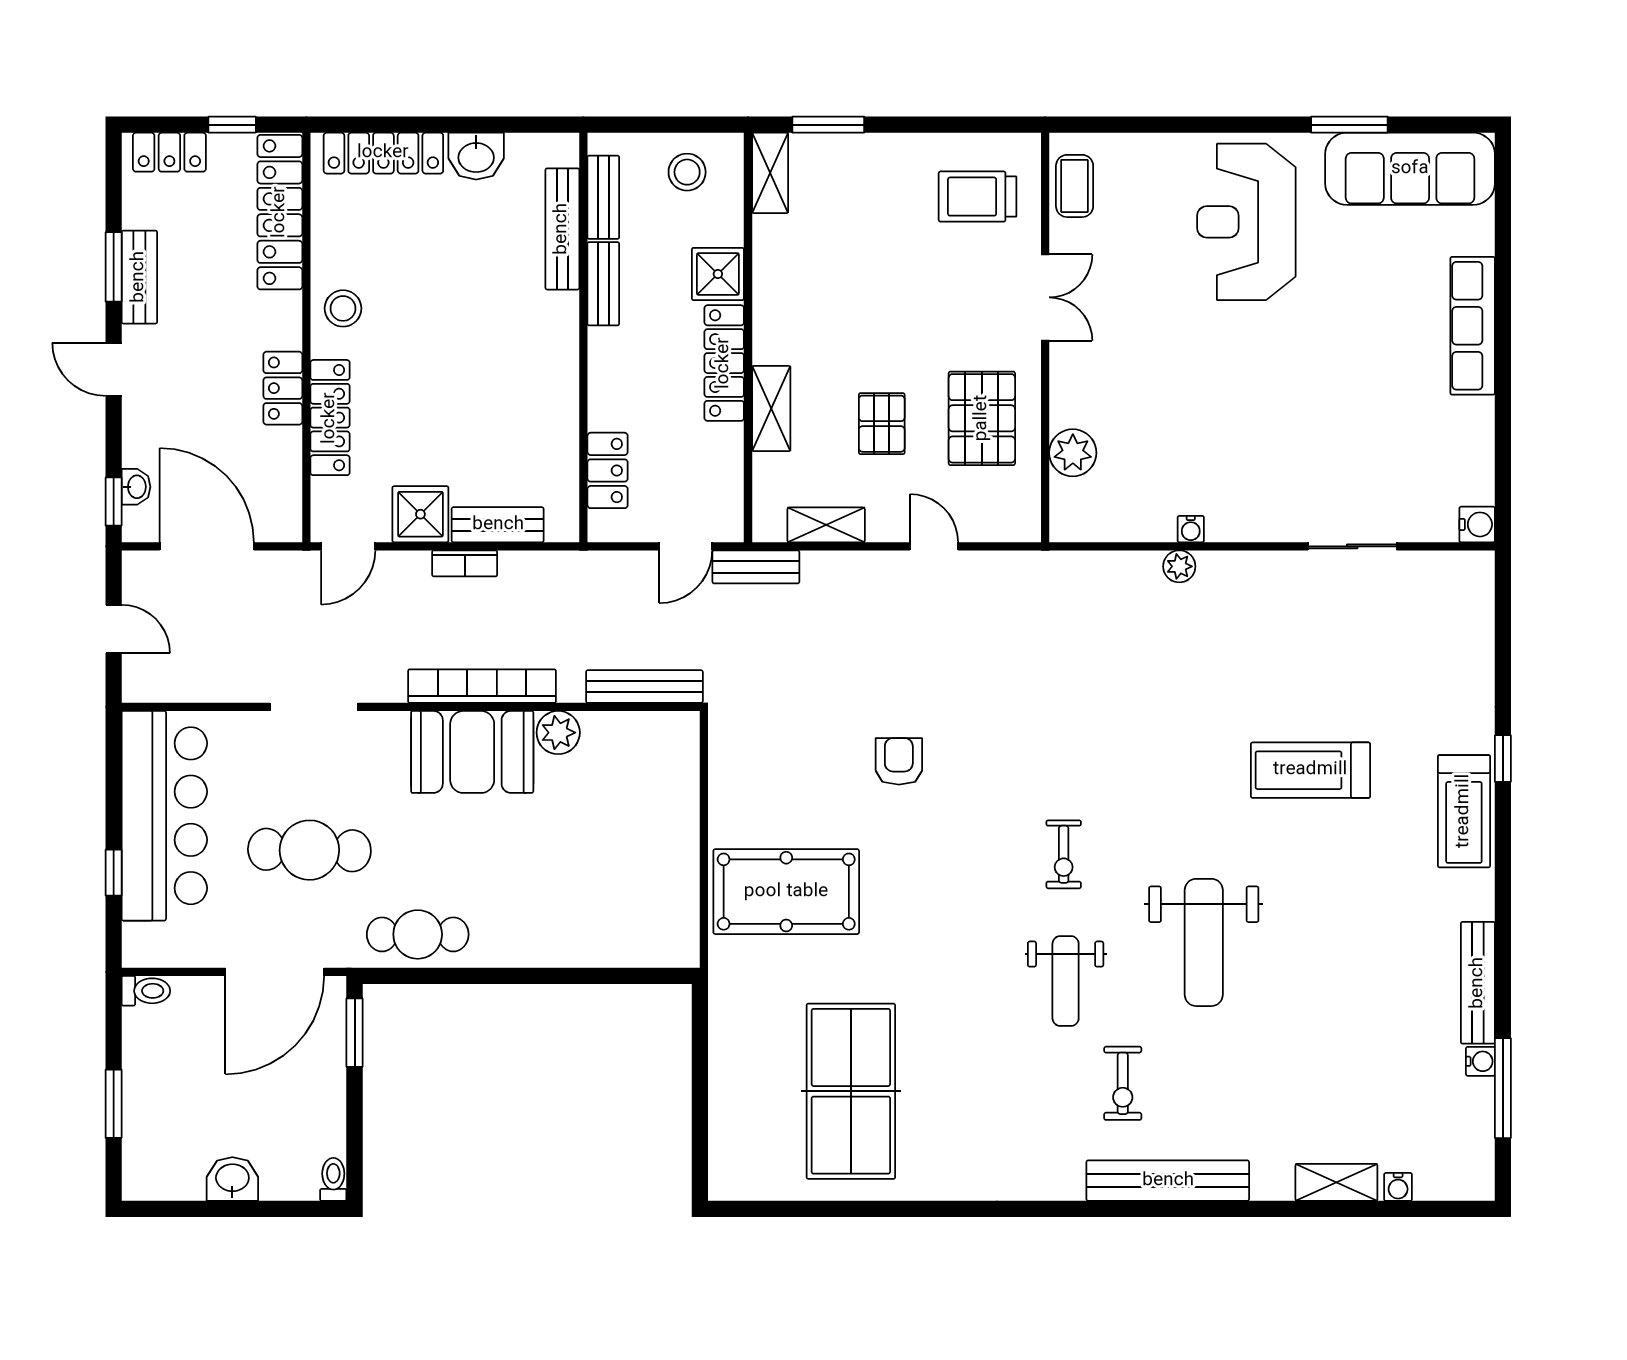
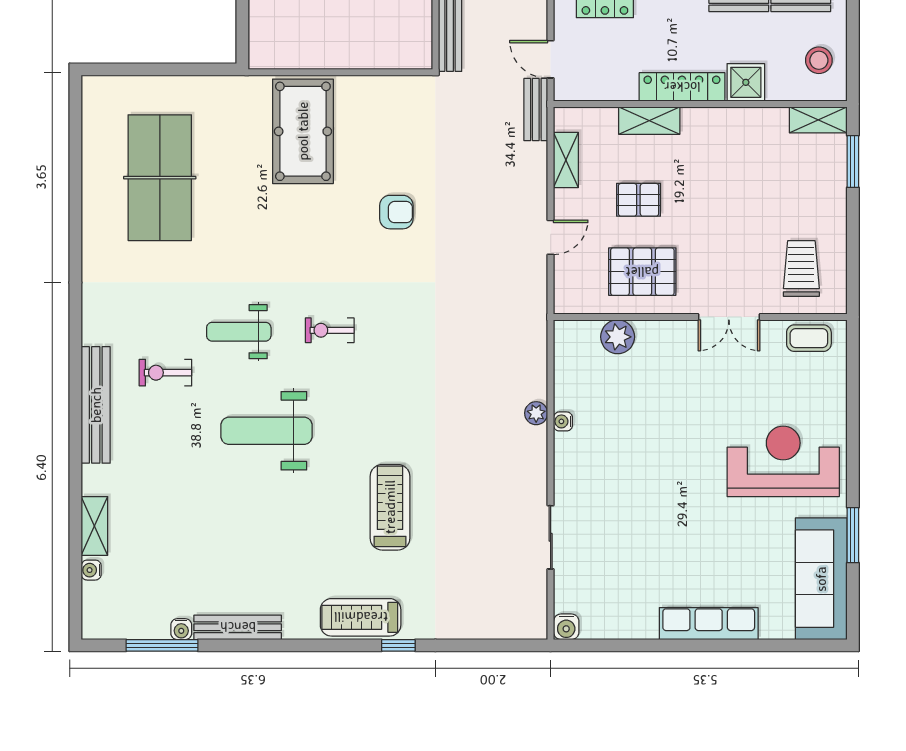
table tennis table: (851, 1091) -> (160, 178), turned 90

